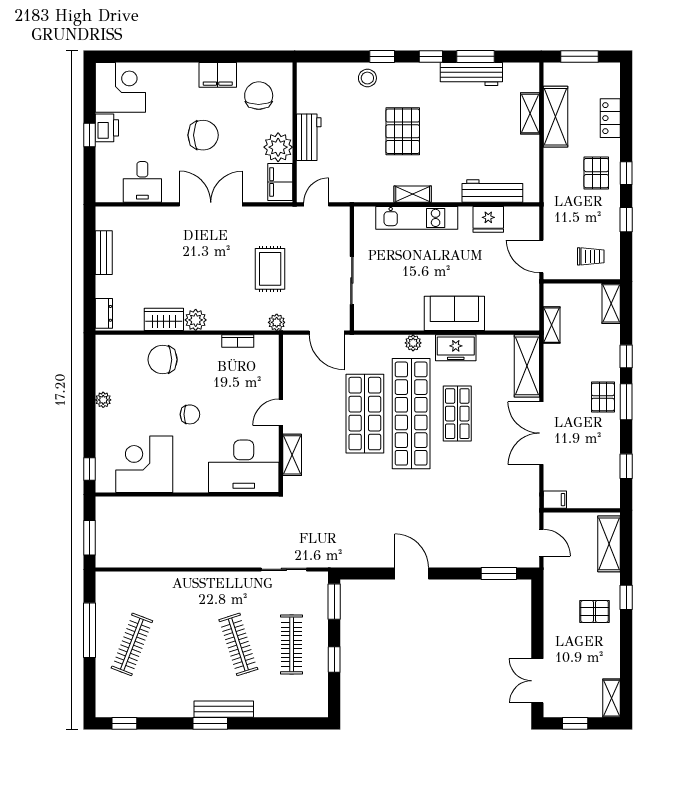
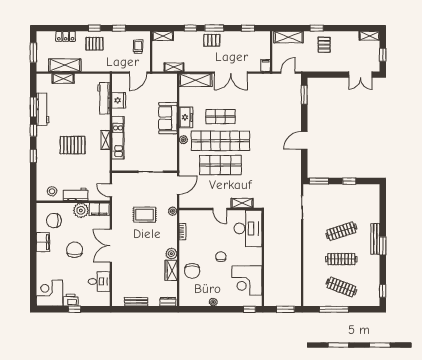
stool: (367, 78) -> (52, 191), moved
clothes rail: (292, 644) -> (341, 259), moved

